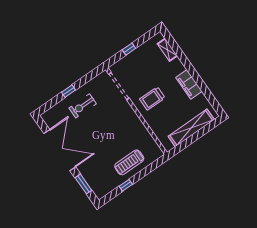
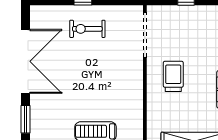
trolley: (152, 99) -> (173, 76), turned 90

